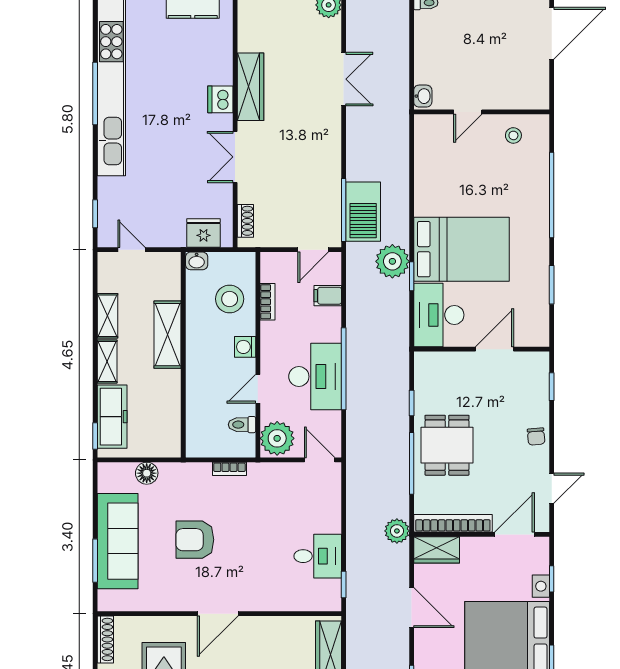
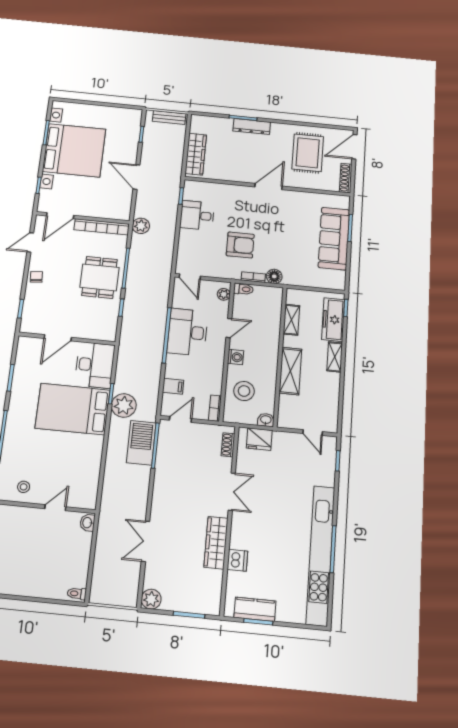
dishwasher: (220, 99) -> (237, 560), moved
bookcase: (267, 302) -> (215, 408), moved
shelving: (107, 316) -> (291, 320), moved
toilet: (242, 425) -> (243, 289), moved
plant: (277, 438) -> (224, 294), width x0.53, depth x0.53
floor lamp: (147, 473) -> (274, 276), moved
armchair: (195, 540) -> (240, 245), moved
wardrobe: (437, 550) -> (115, 211), removed

